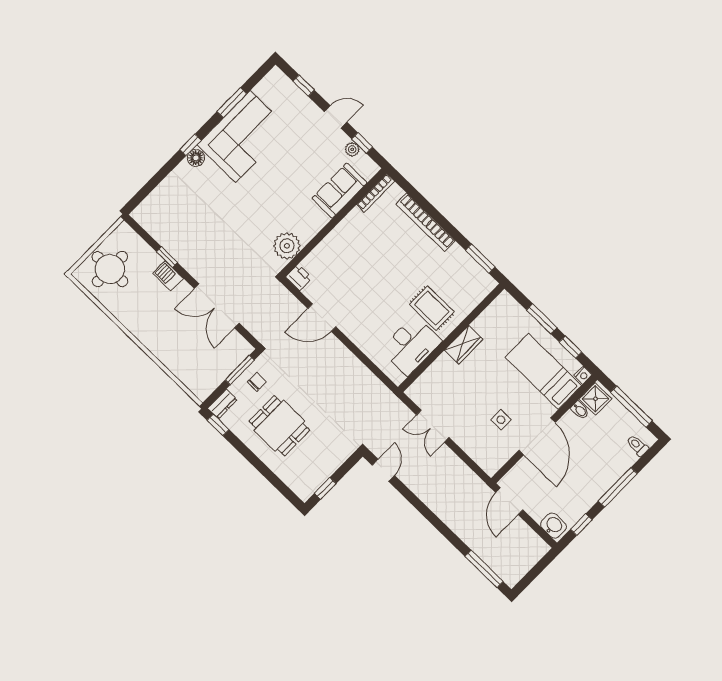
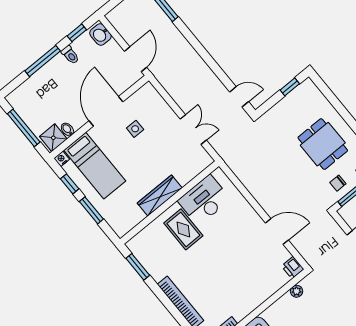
plant: (287, 246) -> (297, 291), width x0.53, depth x0.53
wardrobe: (464, 345) -> (160, 196), width x1.50
toilet: (637, 446) -> (70, 55), moved
door: (383, 470) -> (239, 97), swing flipped

